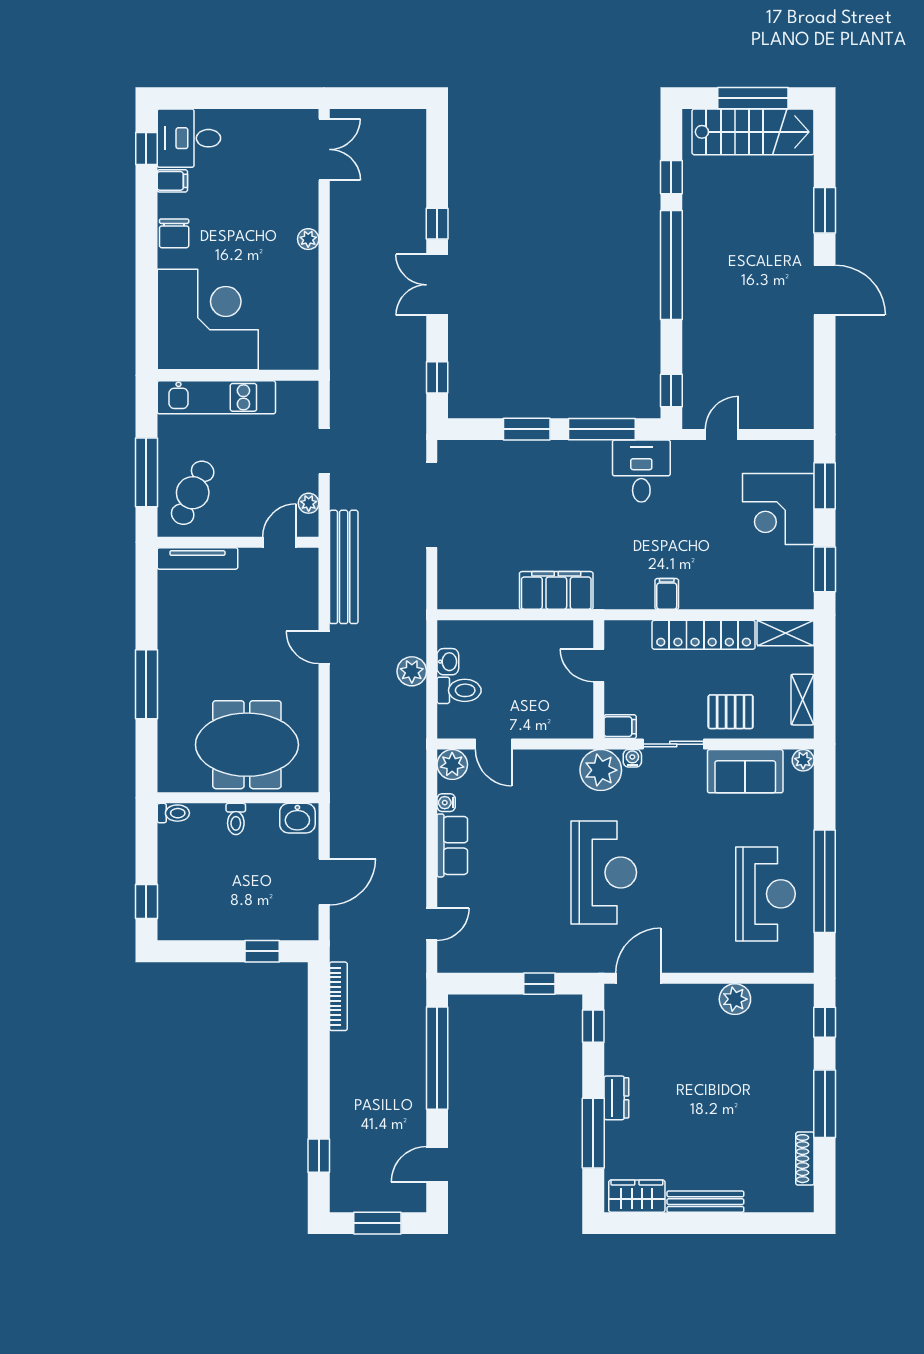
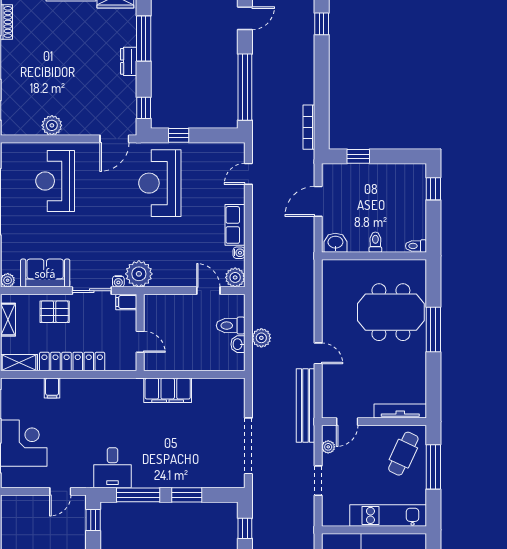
filing cabinet: (667, 594) -> (52, 388), moved
meeting table: (247, 745) -> (391, 312), moved
reception desk: (604, 872) -> (160, 183), moved
reception desk: (765, 894) -> (55, 181), moved

